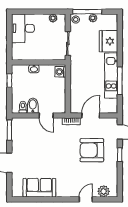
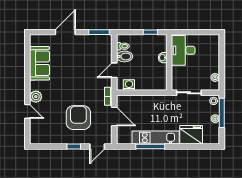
desk: (23, 28) -> (183, 50), moved, turned -90
washing machine: (60, 72) -> (129, 85), moved
plant: (104, 191) -> (36, 97), moved

